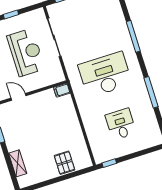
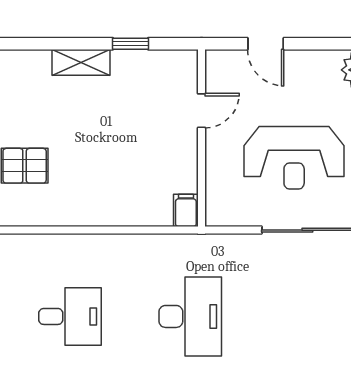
desk: (105, 75) -> (190, 316), width x0.73, depth x0.77
shelving: (18, 163) -> (81, 62), moved

